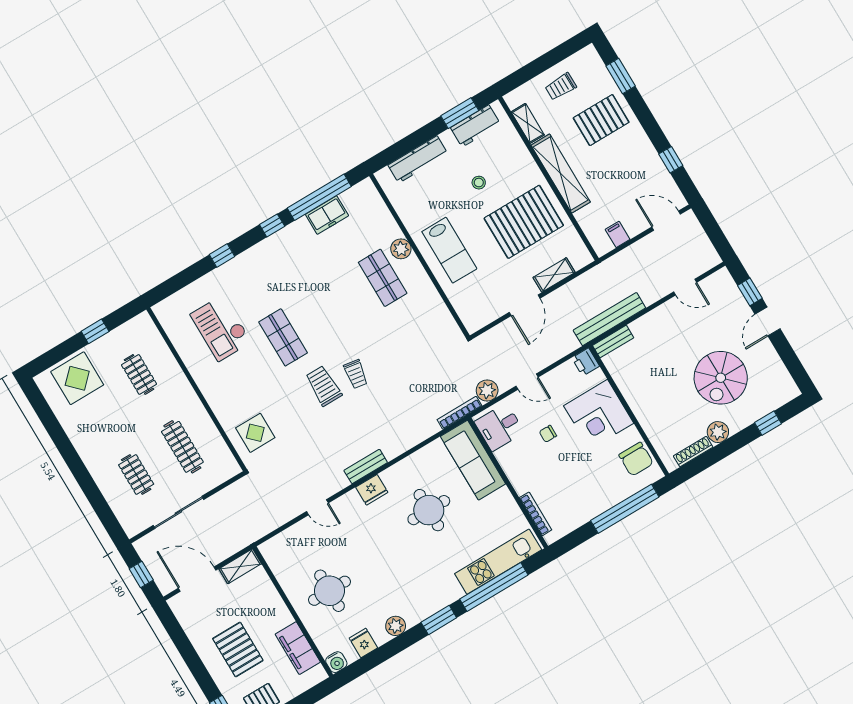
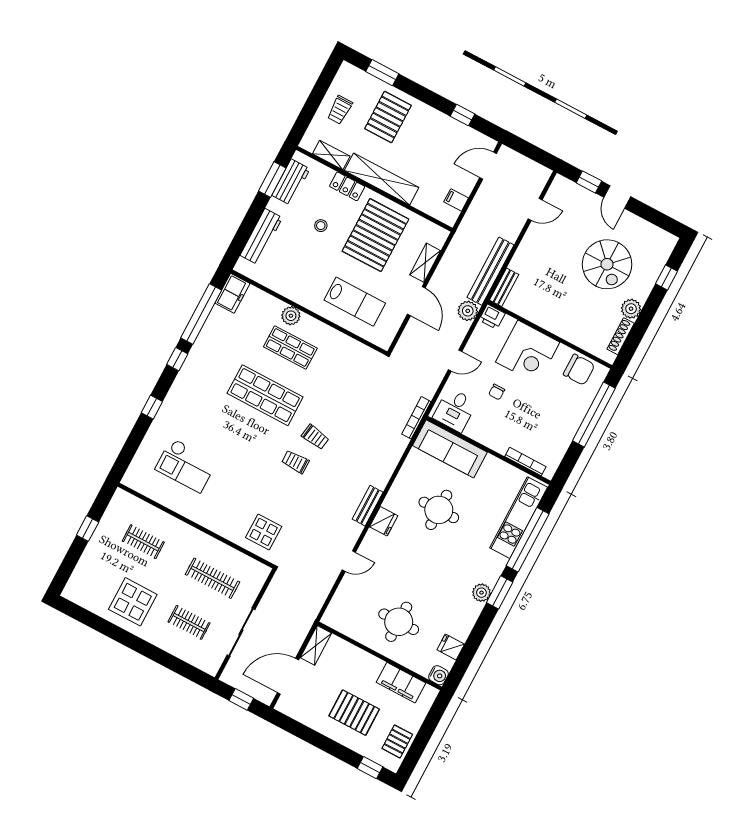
locker: (525, 161) -> (347, 186), added
freezer: (327, 215) -> (232, 293), moved
lab bench: (449, 250) -> (355, 302), moved
shop shelf: (283, 337) -> (265, 395), moved, width x1.43, depth x1.36
display table: (77, 378) -> (133, 602), moved
trolley: (324, 386) -> (295, 462), width x0.73, depth x0.72
plant: (487, 390) -> (468, 311), moved
plant: (396, 626) -> (481, 593), moved

